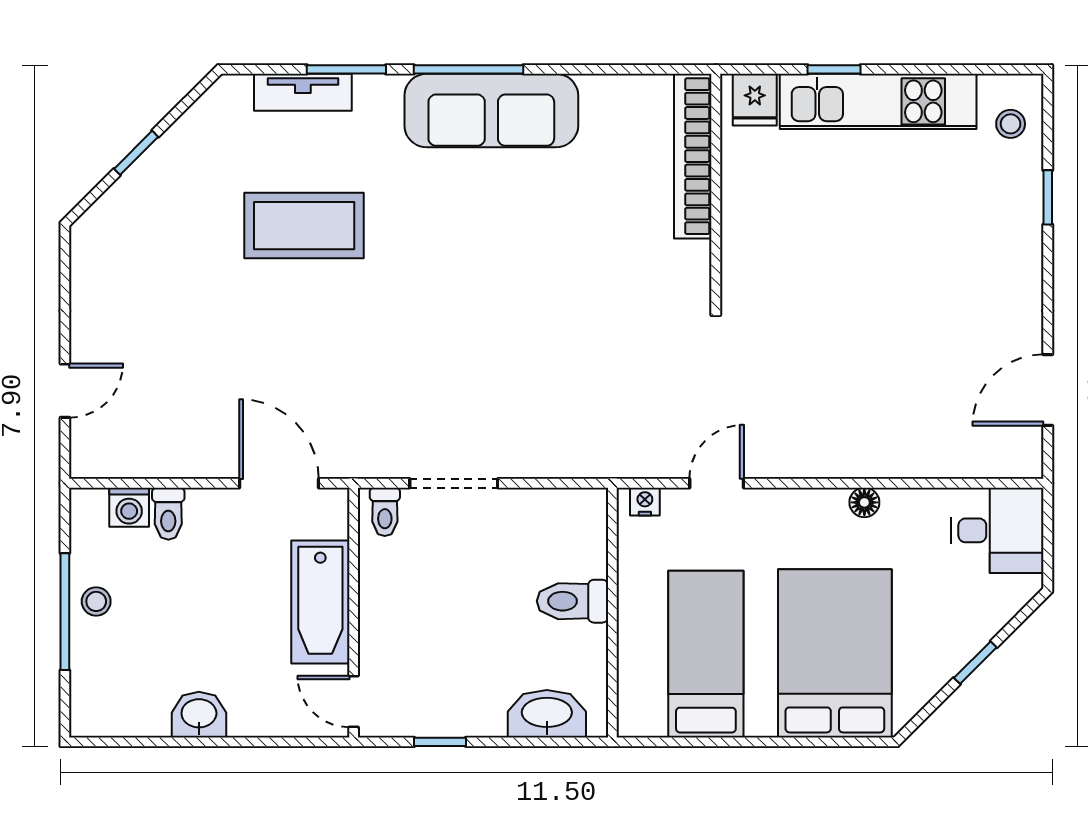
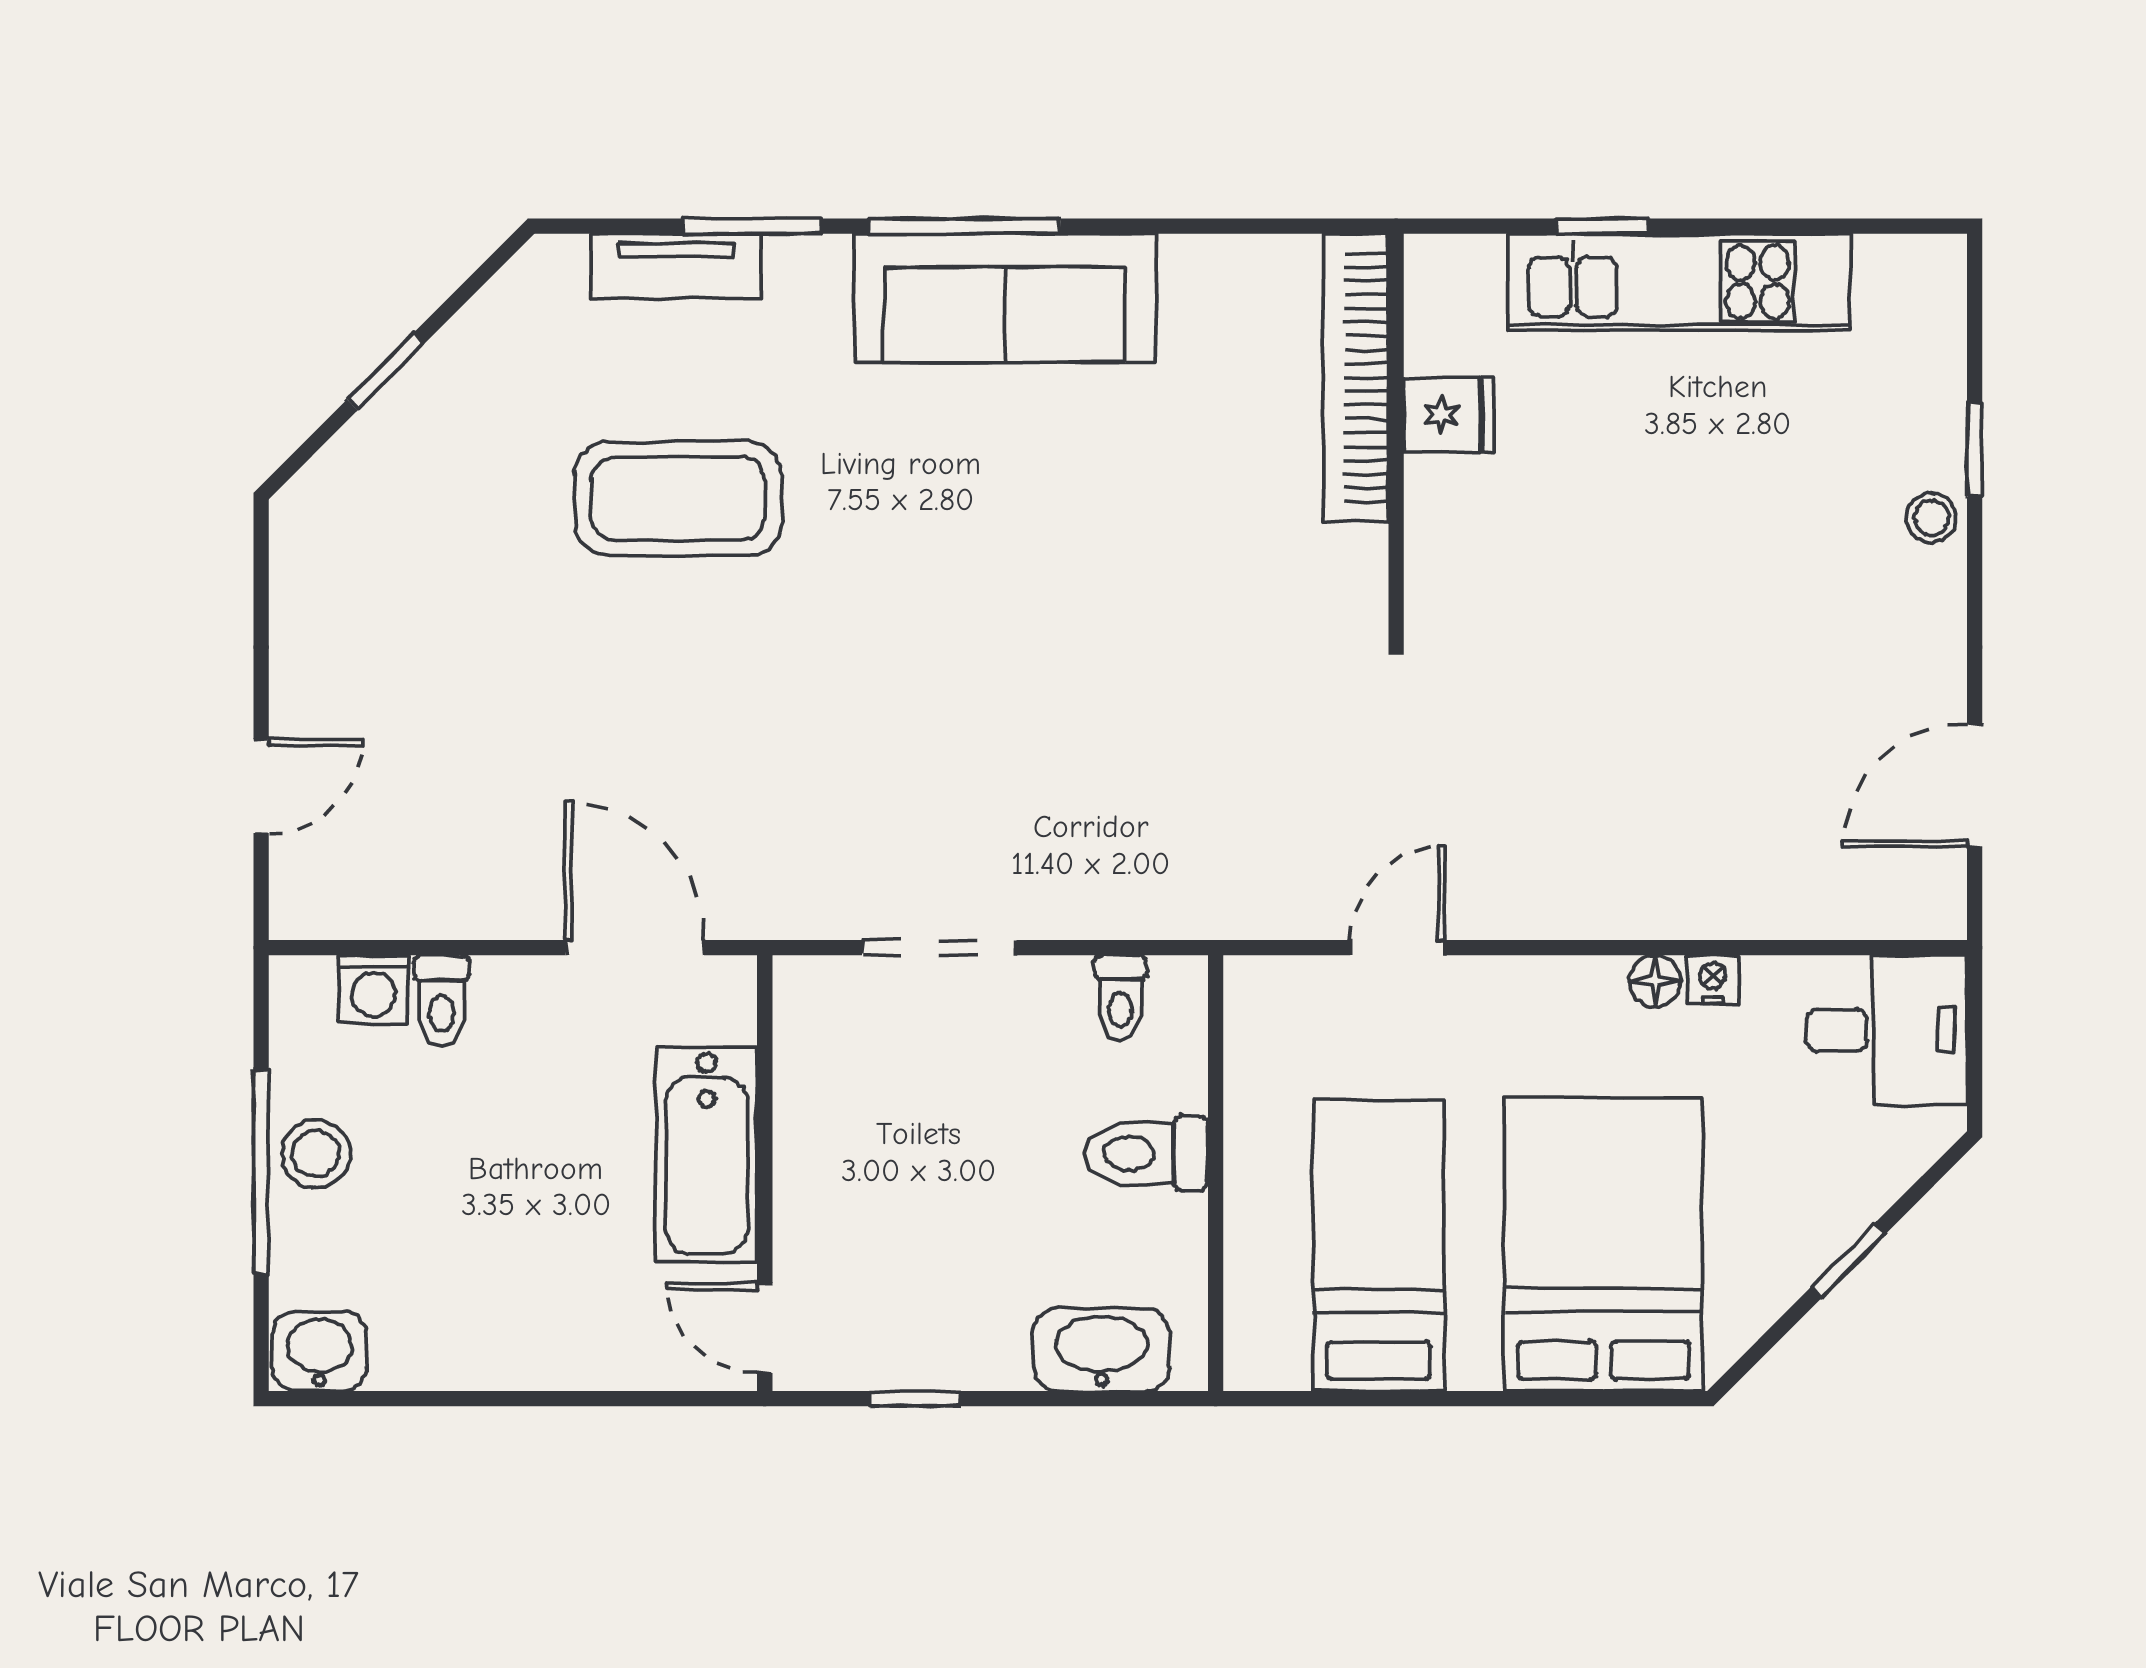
fridge: (755, 100) -> (1449, 415), moved, turned -90
stool: (1011, 124) -> (1931, 518), moved
nightstand: (645, 502) -> (1713, 980), moved
toilet: (385, 512) -> (1120, 998), moved
stool: (96, 601) -> (316, 1154), width x1.37, depth x1.37
washbasin: (199, 715) -> (319, 1351), moved

